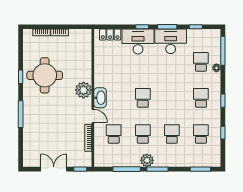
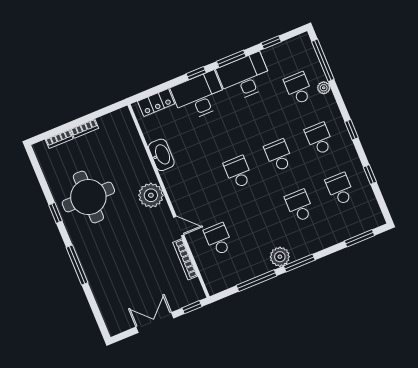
washbasin: (100, 98) -> (161, 155), moved
school desk: (143, 134) -> (279, 155), moved

